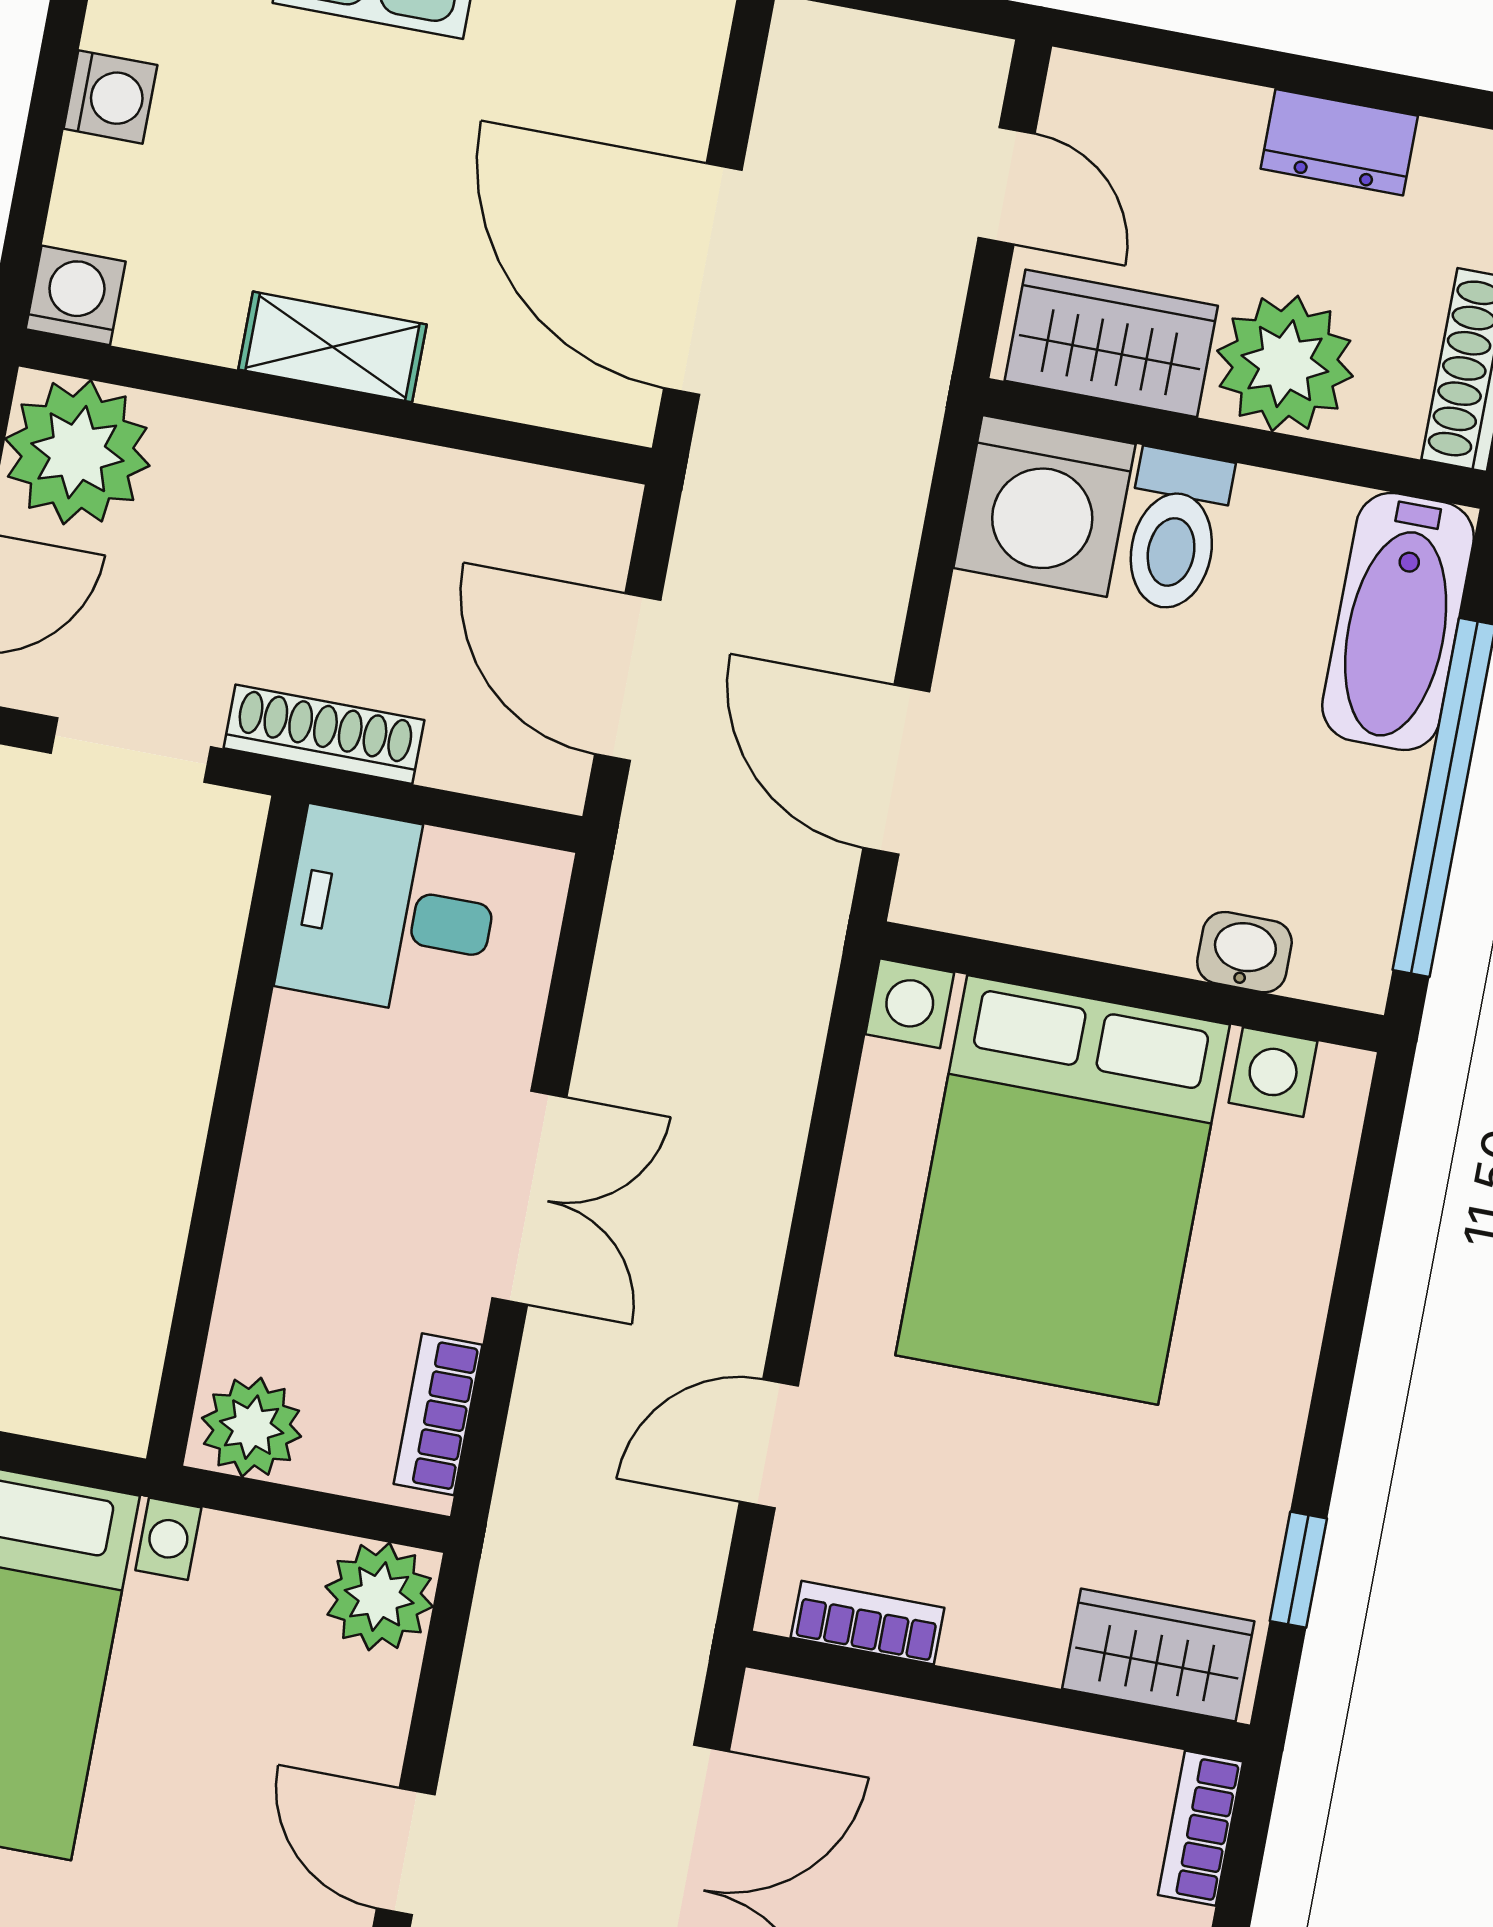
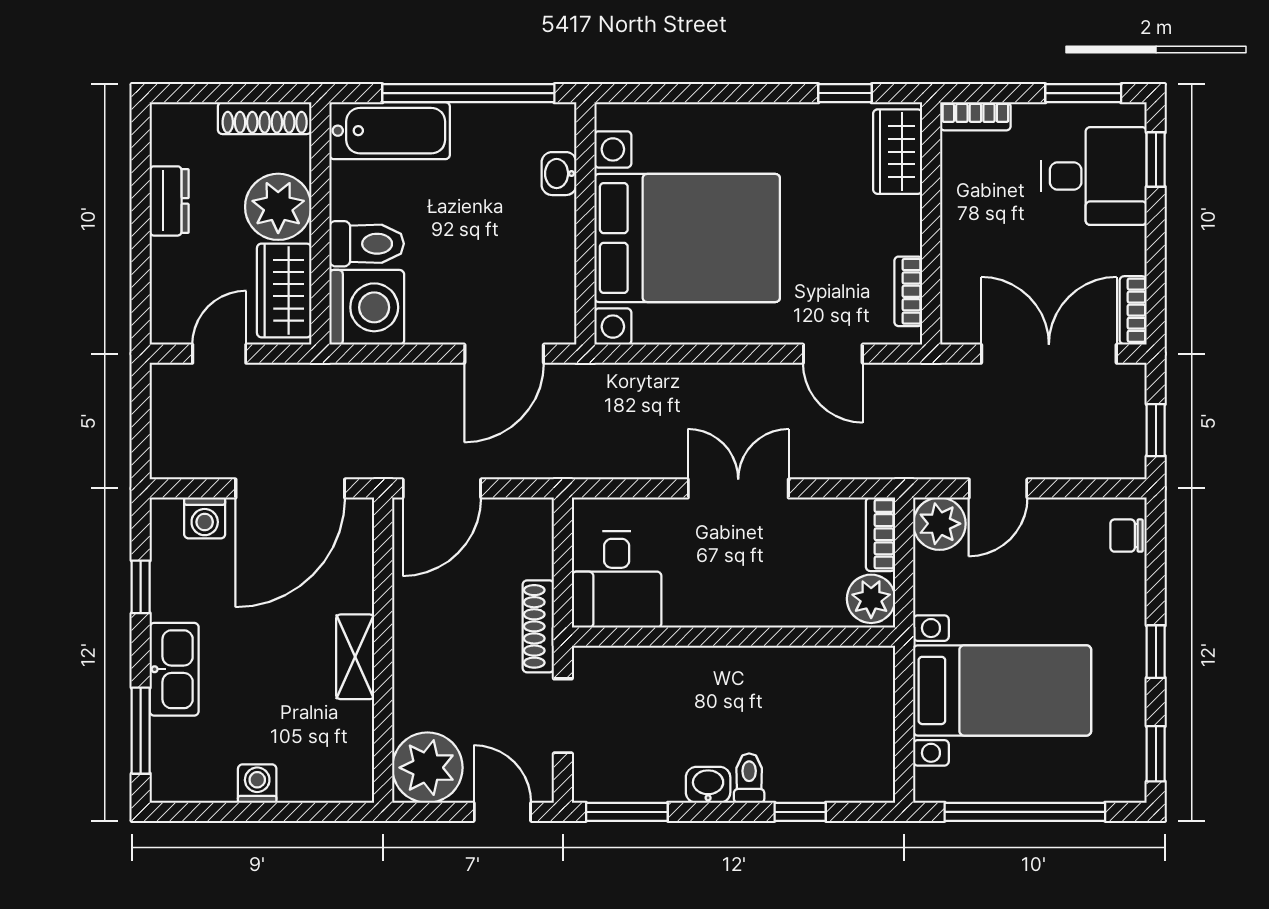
washing machine: (76, 295) -> (205, 518), moved, turned -90
door: (628, 677) -> (442, 488), moved
bookcase: (438, 1414) -> (880, 534), moved, turned 90
door: (406, 1852) -> (998, 488), moved

